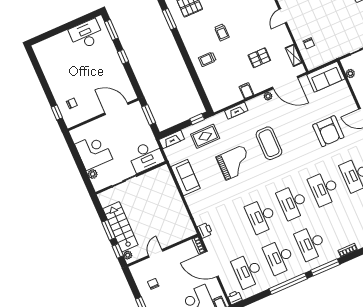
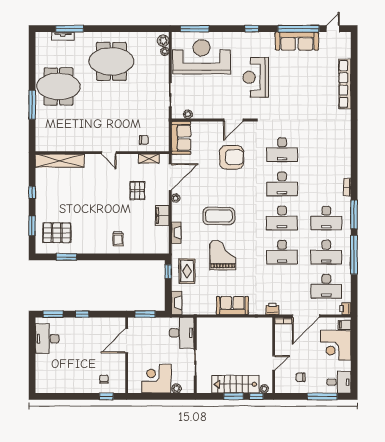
trolley: (222, 32) -> (99, 215), removed
filing cabinet: (246, 91) -> (162, 216), width x2.00
sofa: (185, 177) -> (232, 306), moved
door: (156, 253) -> (274, 363), swing flipped

